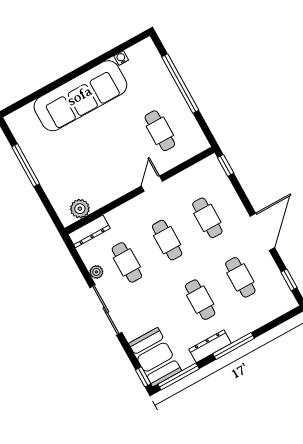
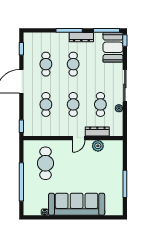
cafe table: (160, 131) -> (45, 163), width x1.37, depth x1.35
door: (152, 184) -> (79, 138), moved
plant: (80, 209) -> (98, 146), moved
dresser: (89, 231) -> (97, 131), moved

